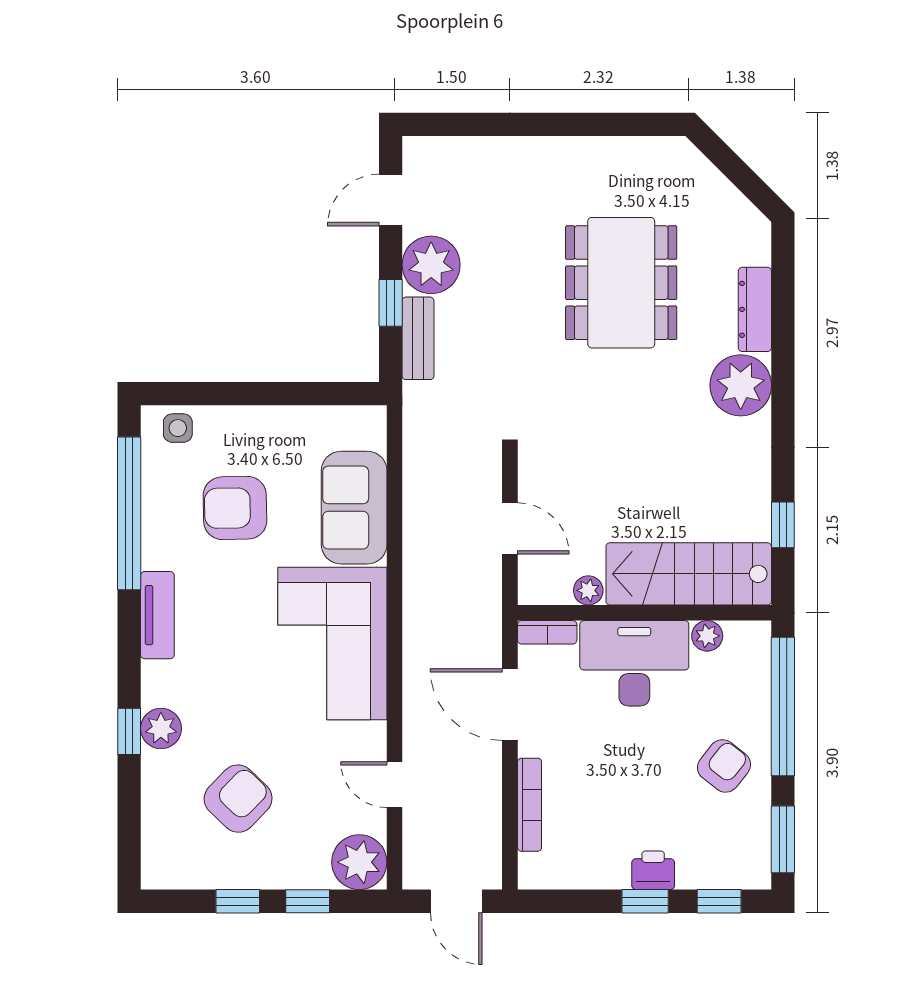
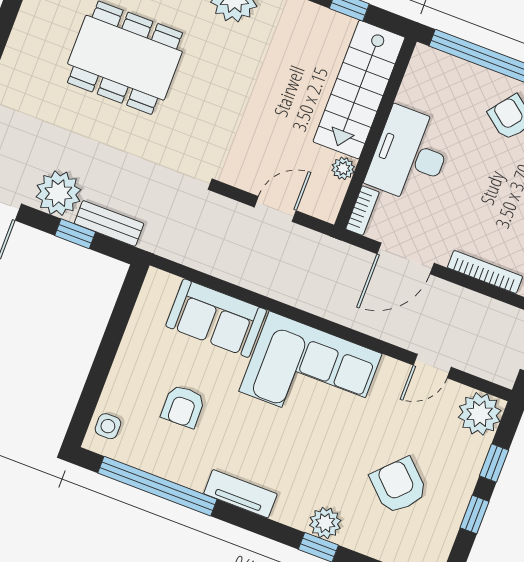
armchair: (235, 508) -> (183, 406), width x0.72, depth x0.72
plant: (707, 636) -> (410, 93), removed

